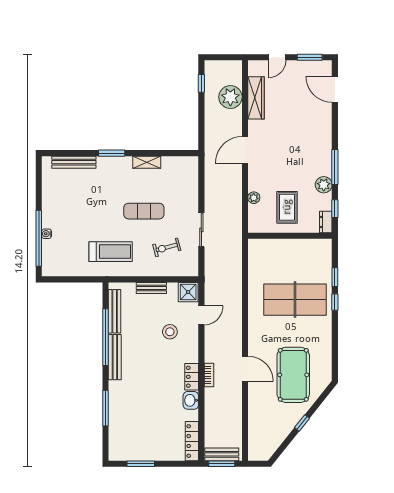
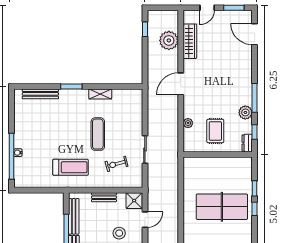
exercise mat: (144, 211) -> (98, 134), turned 90

